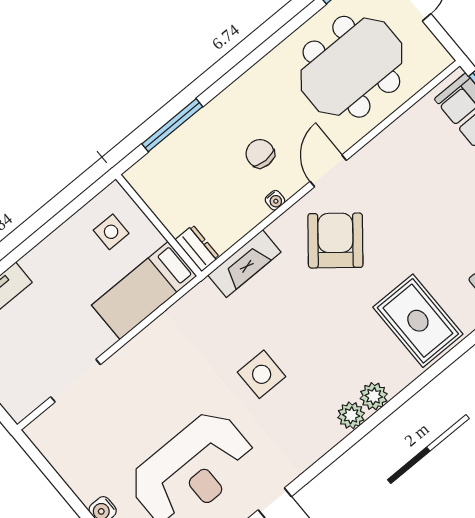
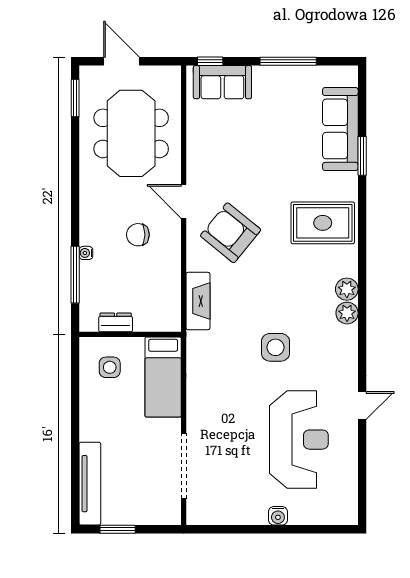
water cooler: (275, 200) -> (86, 253), moved, turned 180
dresser: (197, 248) -> (116, 322), moved
doorway: (75, 381) -> (184, 466), width x1.36

